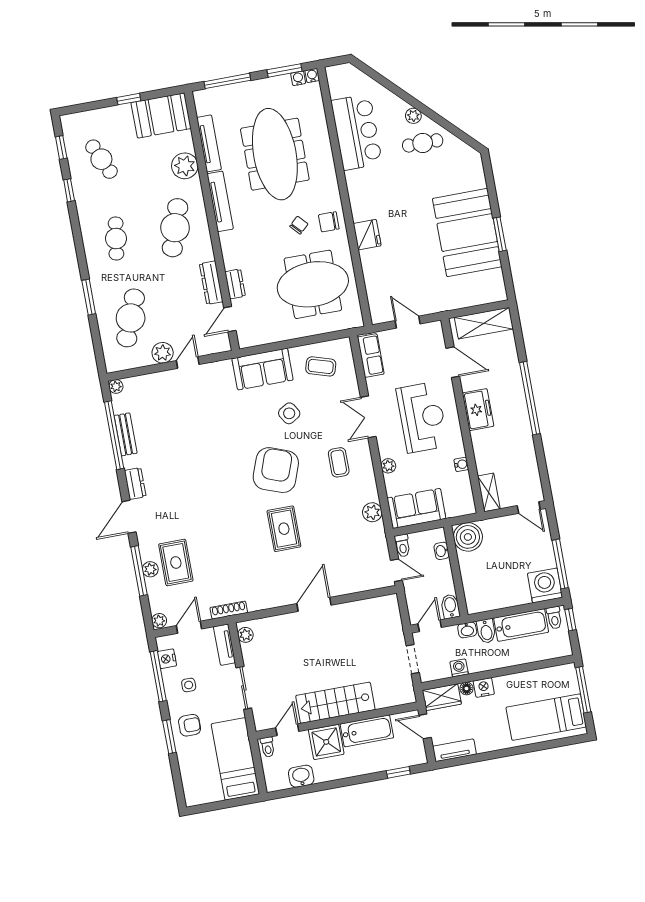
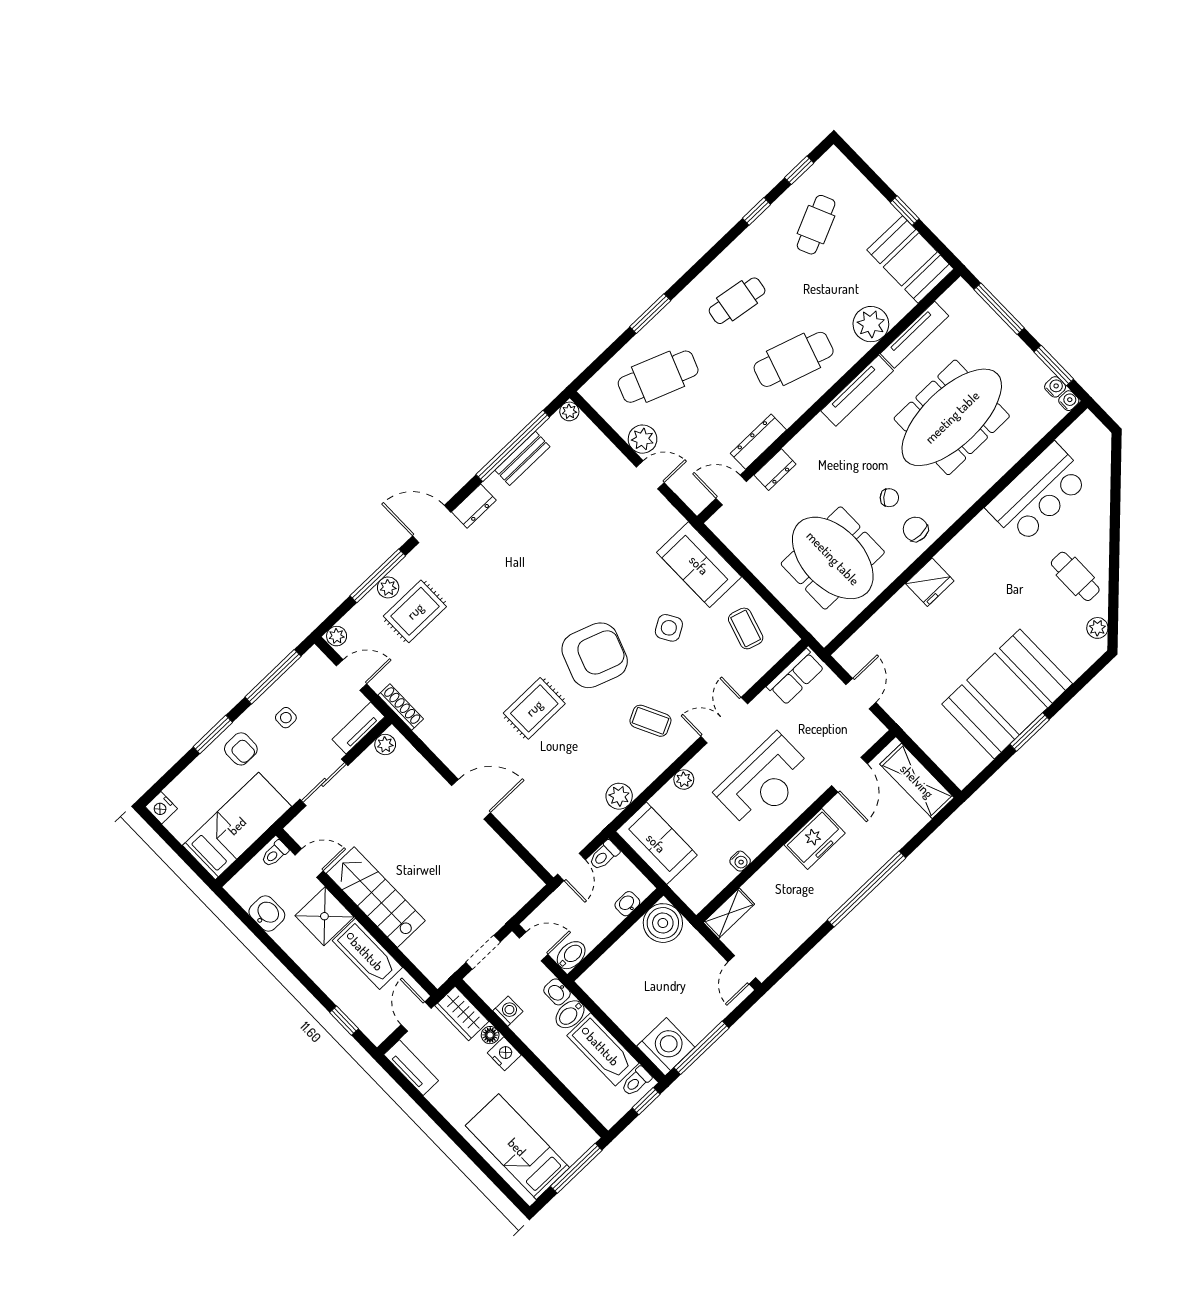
plant: (413, 116) -> (1097, 628), moved
coffee table: (339, 462) -> (650, 721), turned 64
nightstand: (167, 659) -> (161, 808), moved, turned -90

